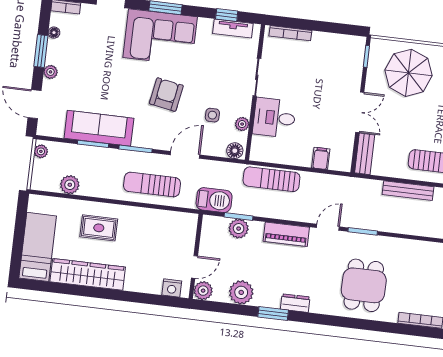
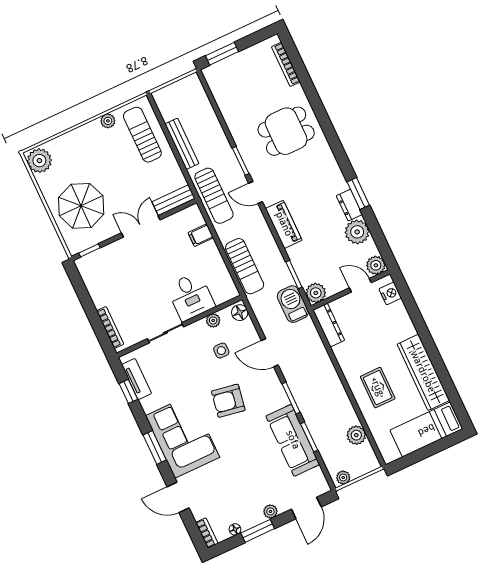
sun lounger: (152, 185) -> (214, 196), moved
dresser: (177, 219) -> (329, 325), added
plant: (239, 229) -> (316, 293), moved
dresser: (295, 303) -> (349, 205), moved

